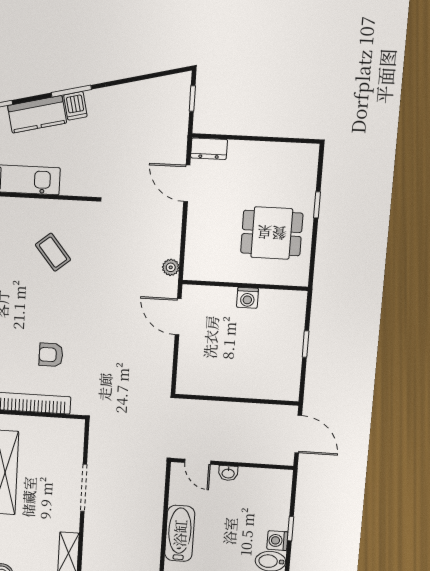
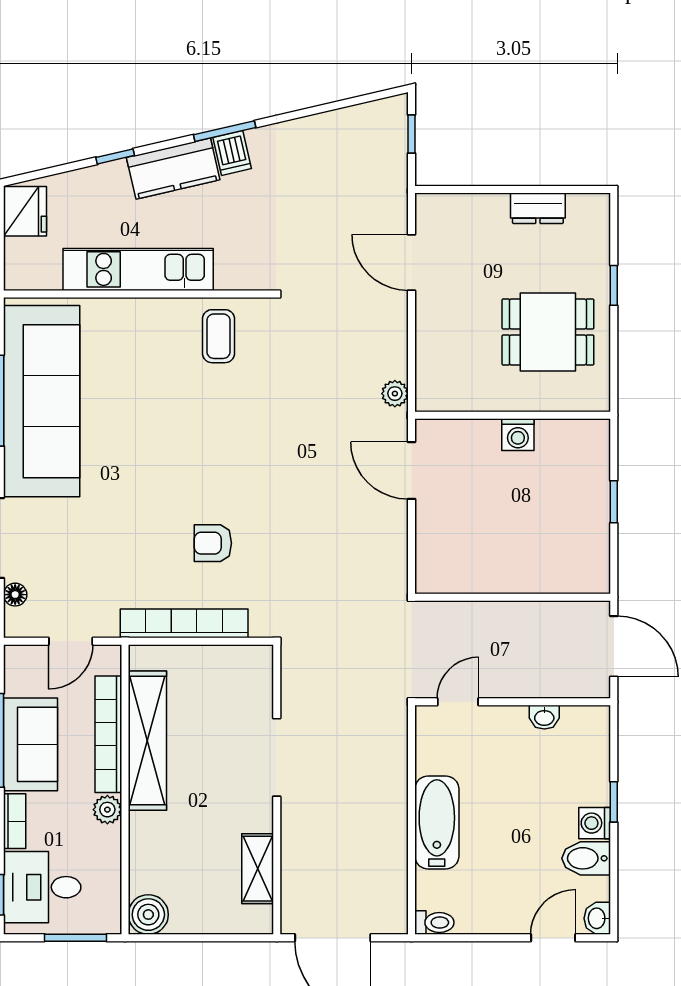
dresser: (209, 149) -> (538, 208), moved
coffee table: (53, 252) -> (219, 336), moved, turned 39
door: (198, 462) -> (458, 702), swing flipped
washbasin: (228, 473) -> (544, 717), moved

